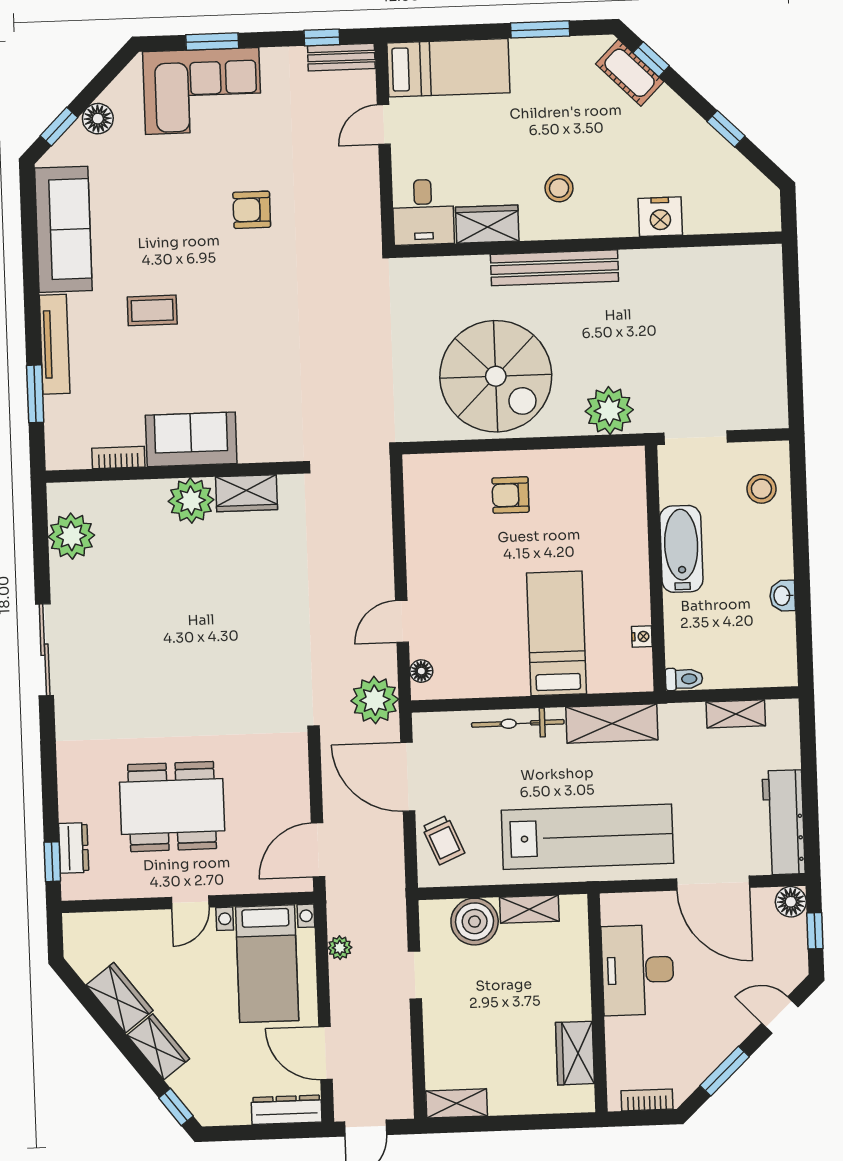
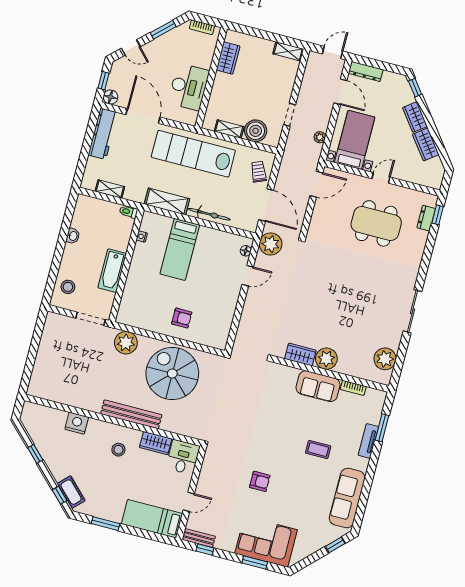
floor lamp: (98, 119) -> (317, 543), removed
tv unit: (55, 344) -> (368, 441), width x0.71

